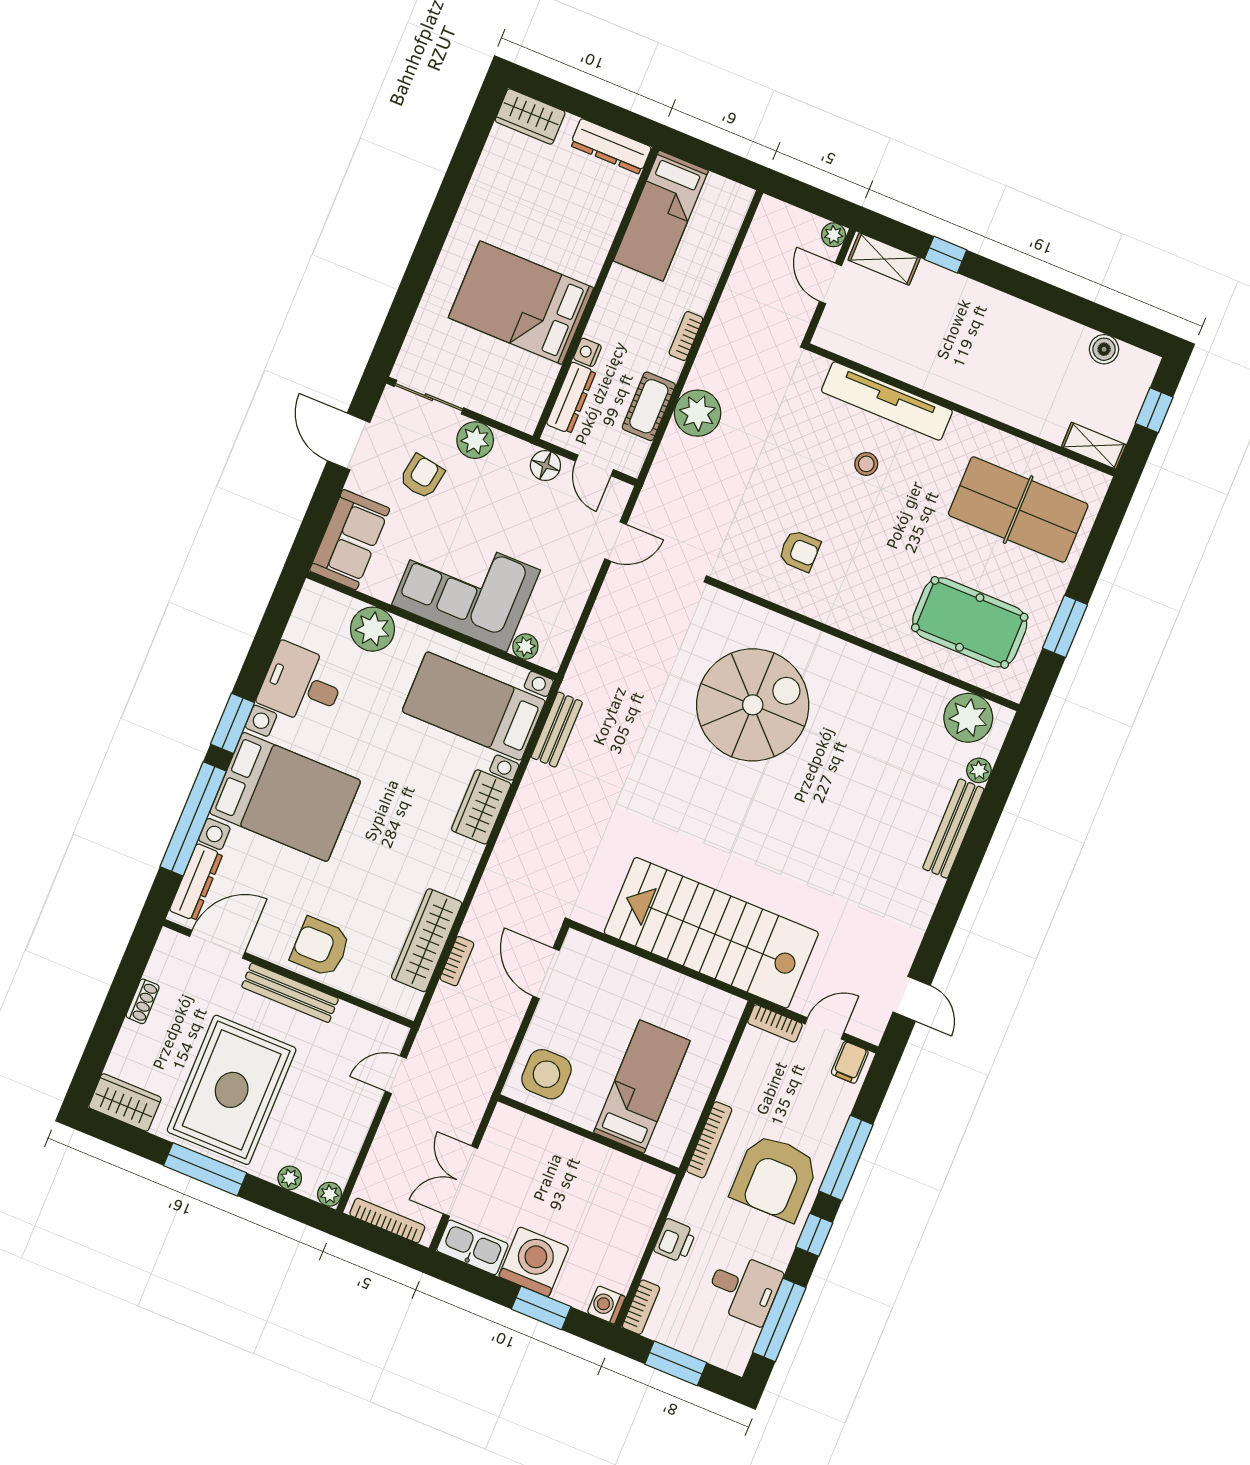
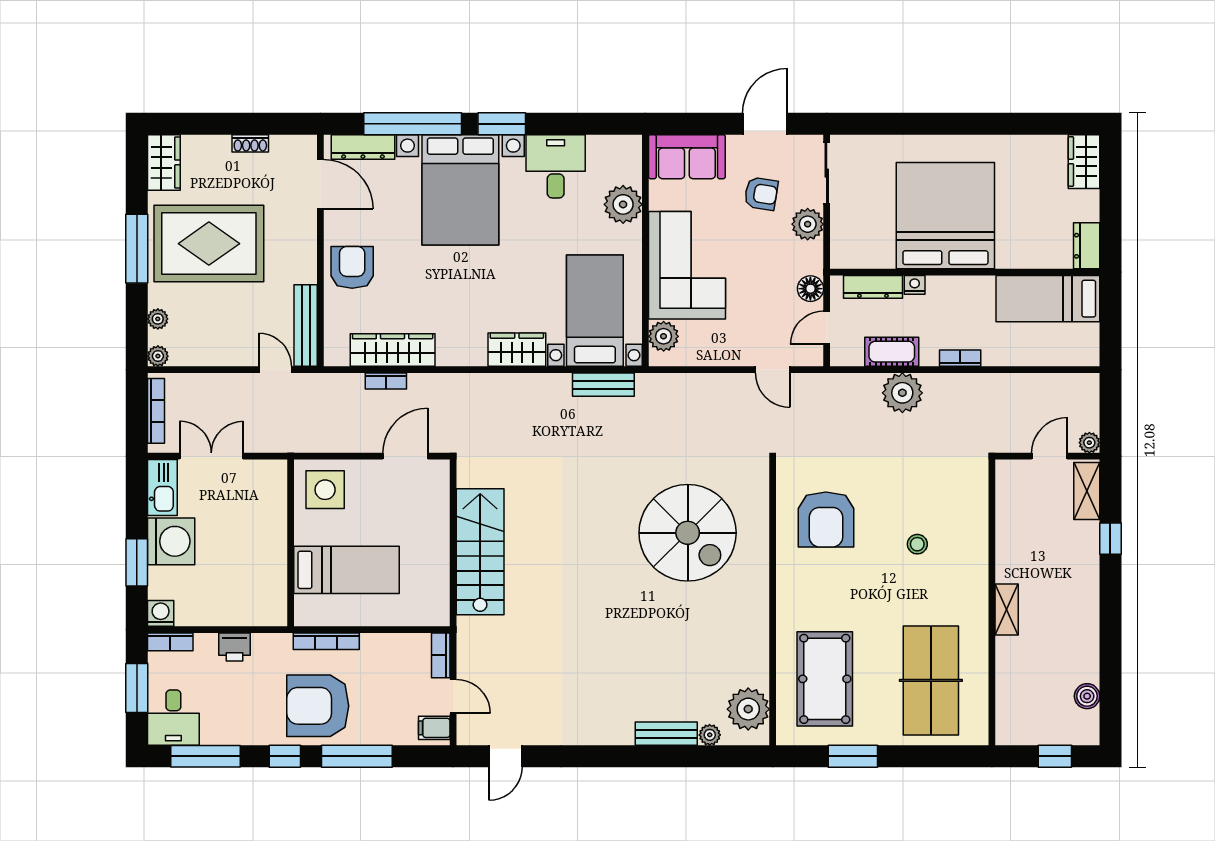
dresser: (611, 146) -> (1087, 246), width x0.70
bed: (521, 303) -> (945, 216), width x1.36
tv unit: (887, 401) -> (974, 540), removed
shelving: (1094, 446) -> (1007, 610), moved
armchair: (800, 551) -> (826, 519), width x1.88, depth x1.88
plant: (525, 647) -> (664, 336), width x1.38, depth x1.38
bench: (953, 828) -> (666, 734), width x0.73
stairs: (711, 933) -> (480, 552), width x0.73, depth x0.66
bench: (290, 993) -> (306, 325), moved
desk: (744, 1288) -> (173, 718), moved

